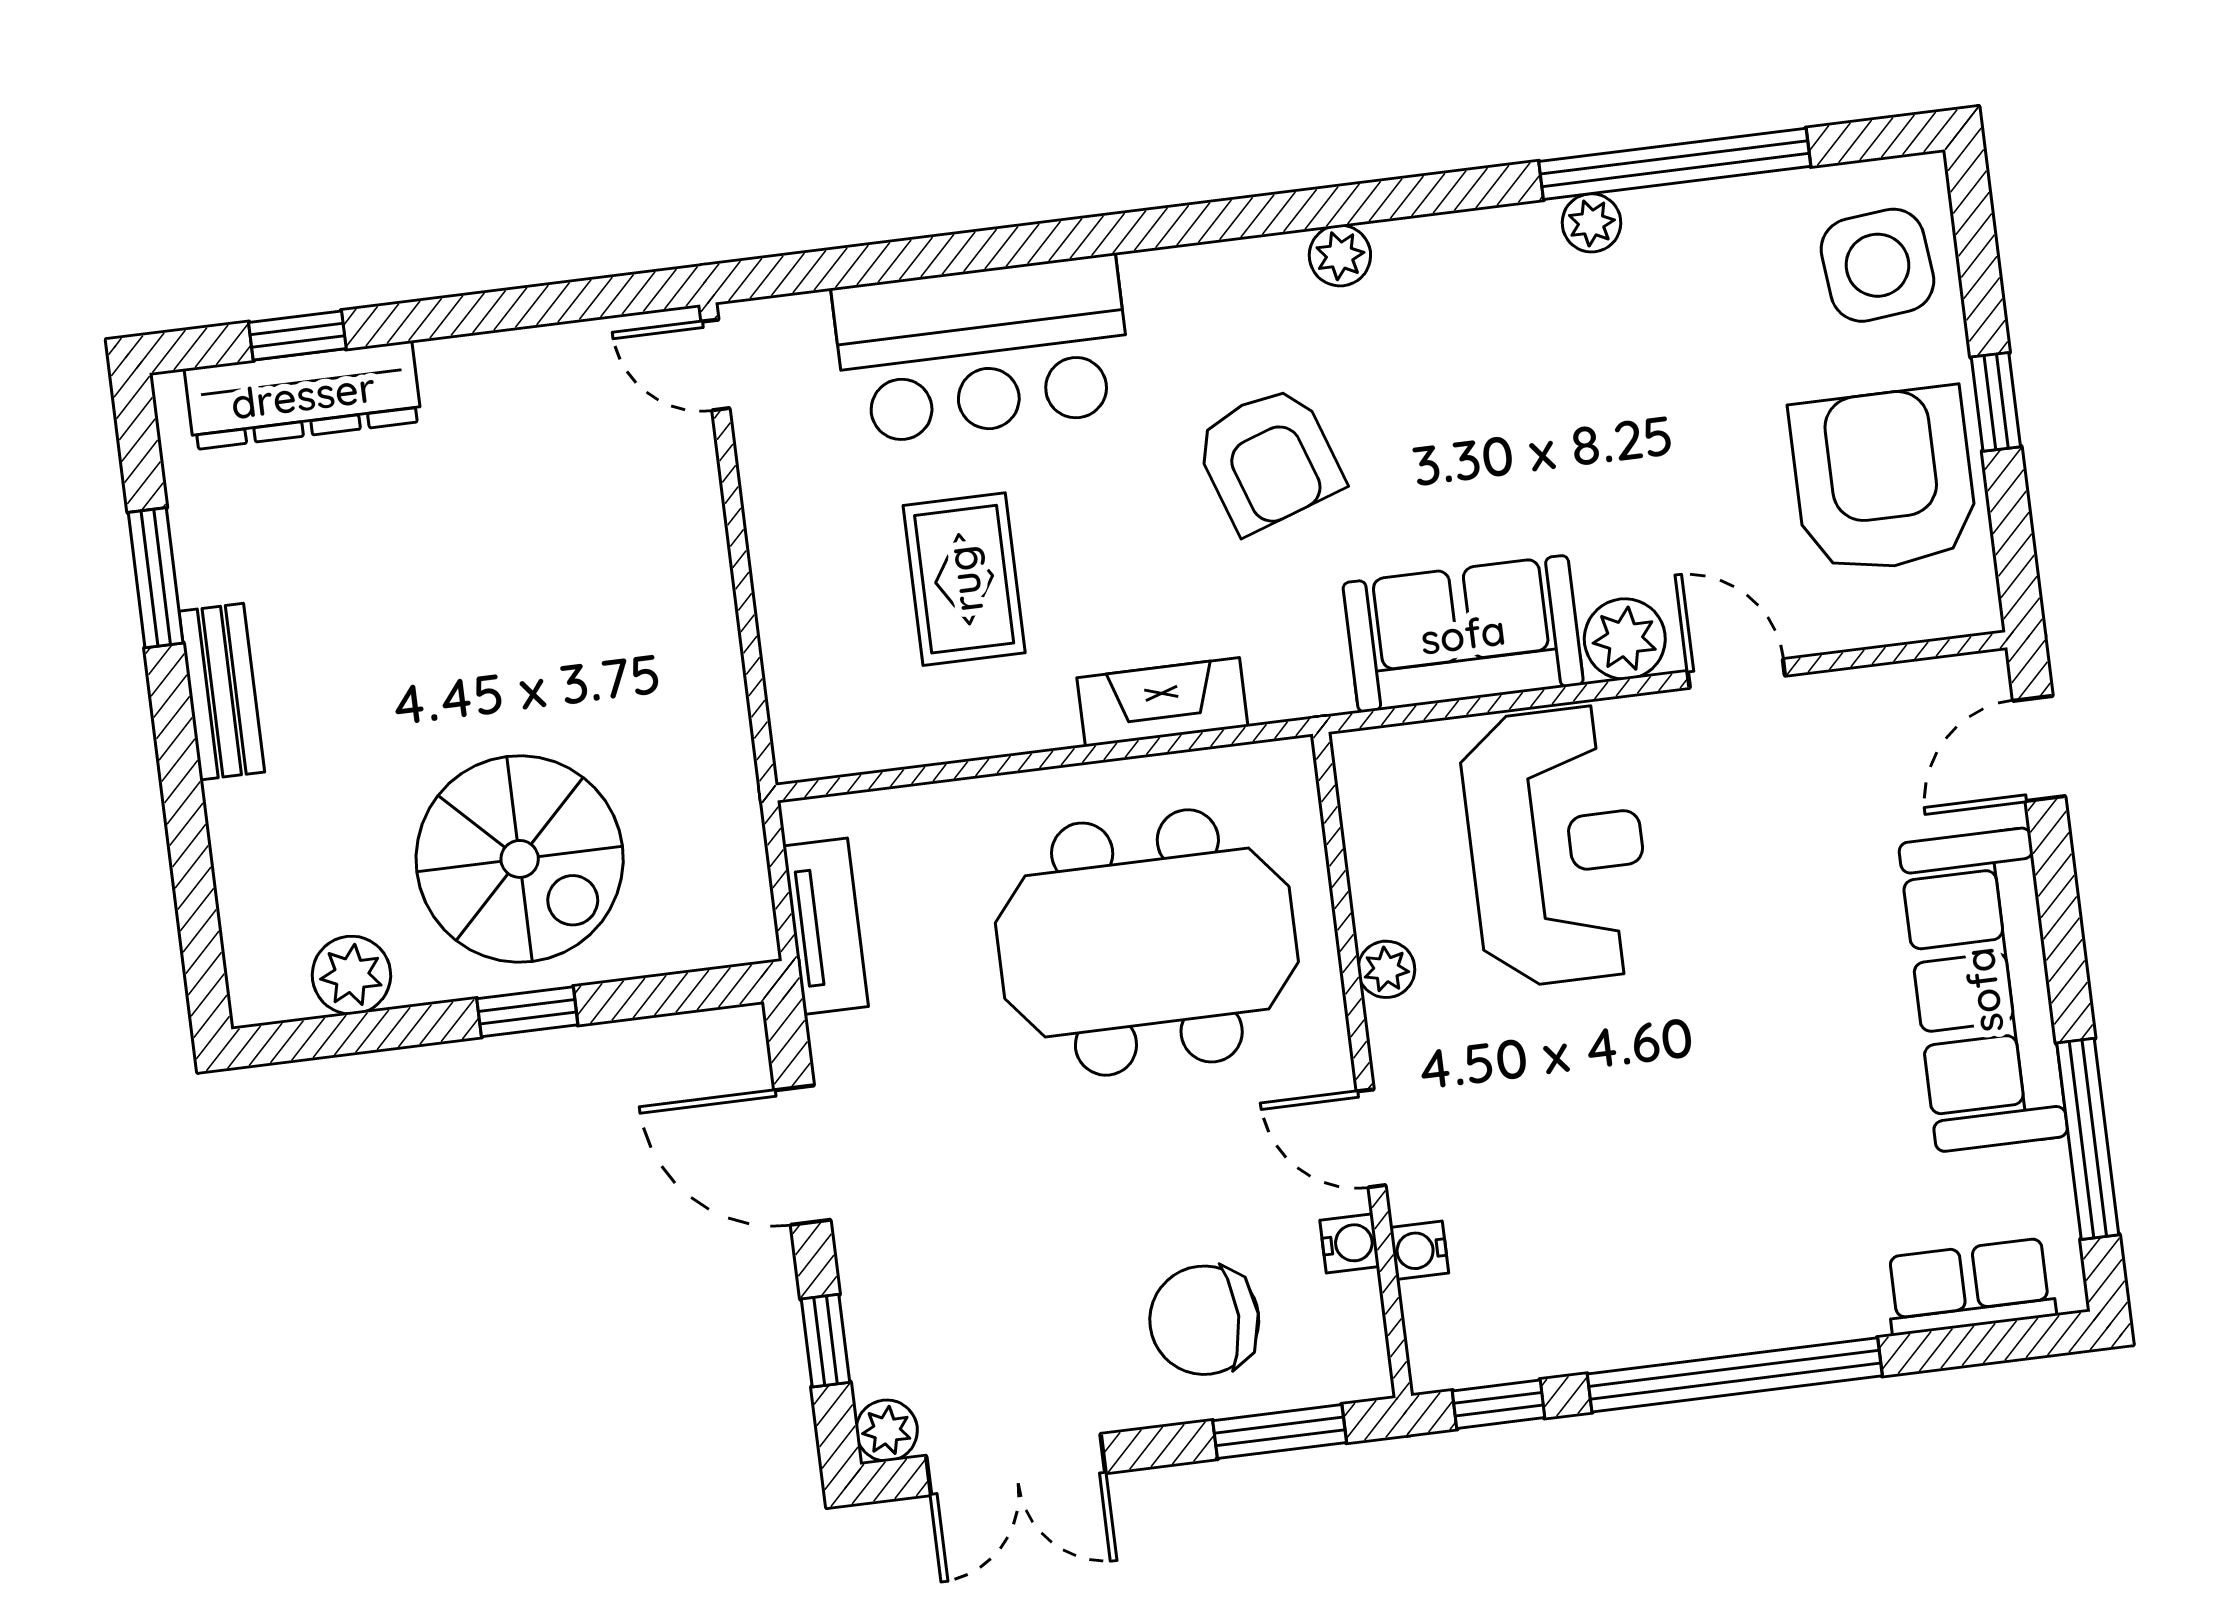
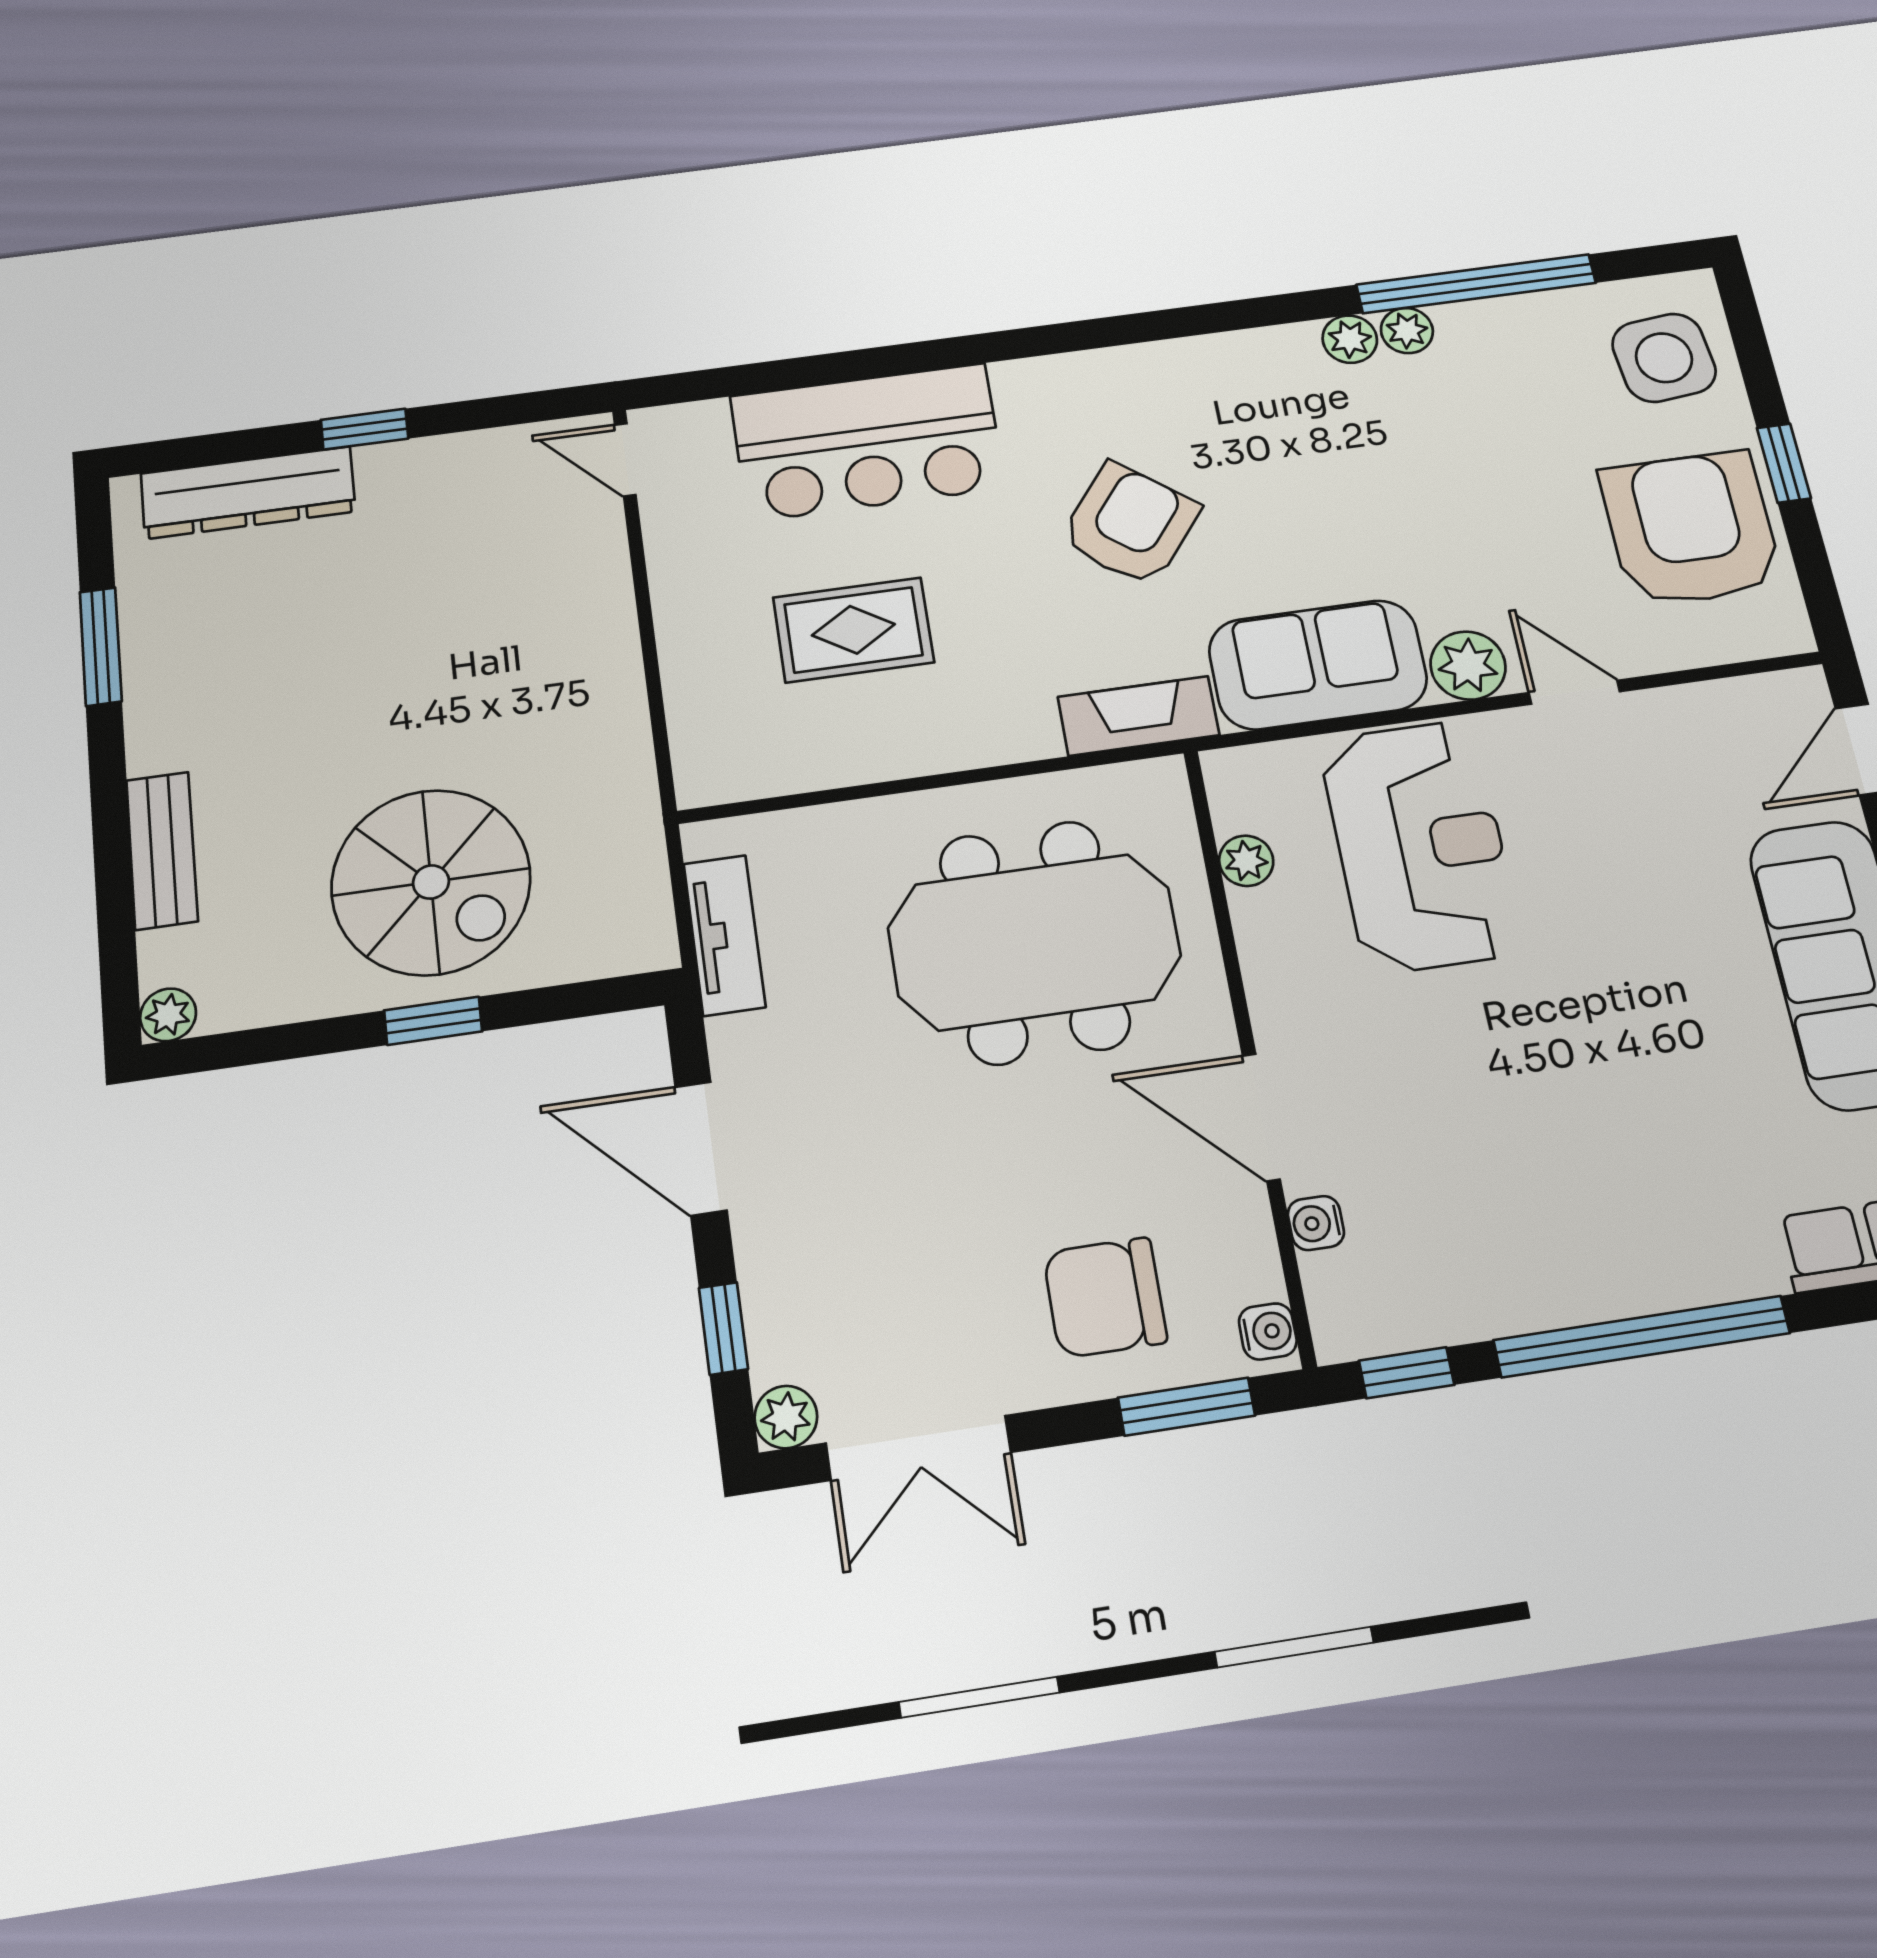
plant: (1340, 256) -> (1350, 339), moved
window: (297, 335) -> (365, 429), moved
armchair: (1269, 459) -> (1130, 524), turned -123
rug: (964, 579) -> (853, 630), turned 90
bench: (222, 692) -> (162, 850), moved
fireplace: (1162, 702) -> (1139, 716), moved
plant: (1386, 969) -> (1246, 861), moved
plant: (351, 975) -> (168, 1015), moved, width x0.73, depth x0.73
door: (1371, 1138) -> (1261, 1117), width x1.38
water cooler: (1350, 1243) -> (1268, 1332), moved

